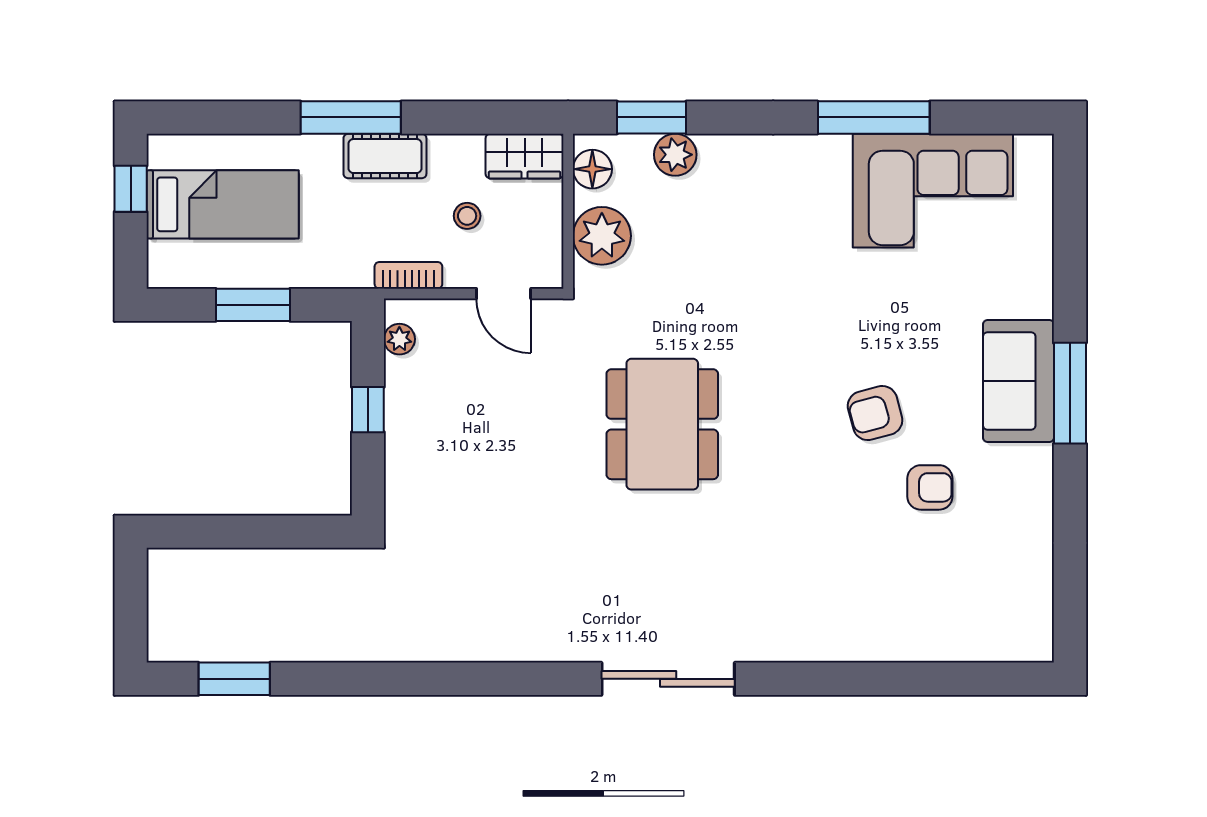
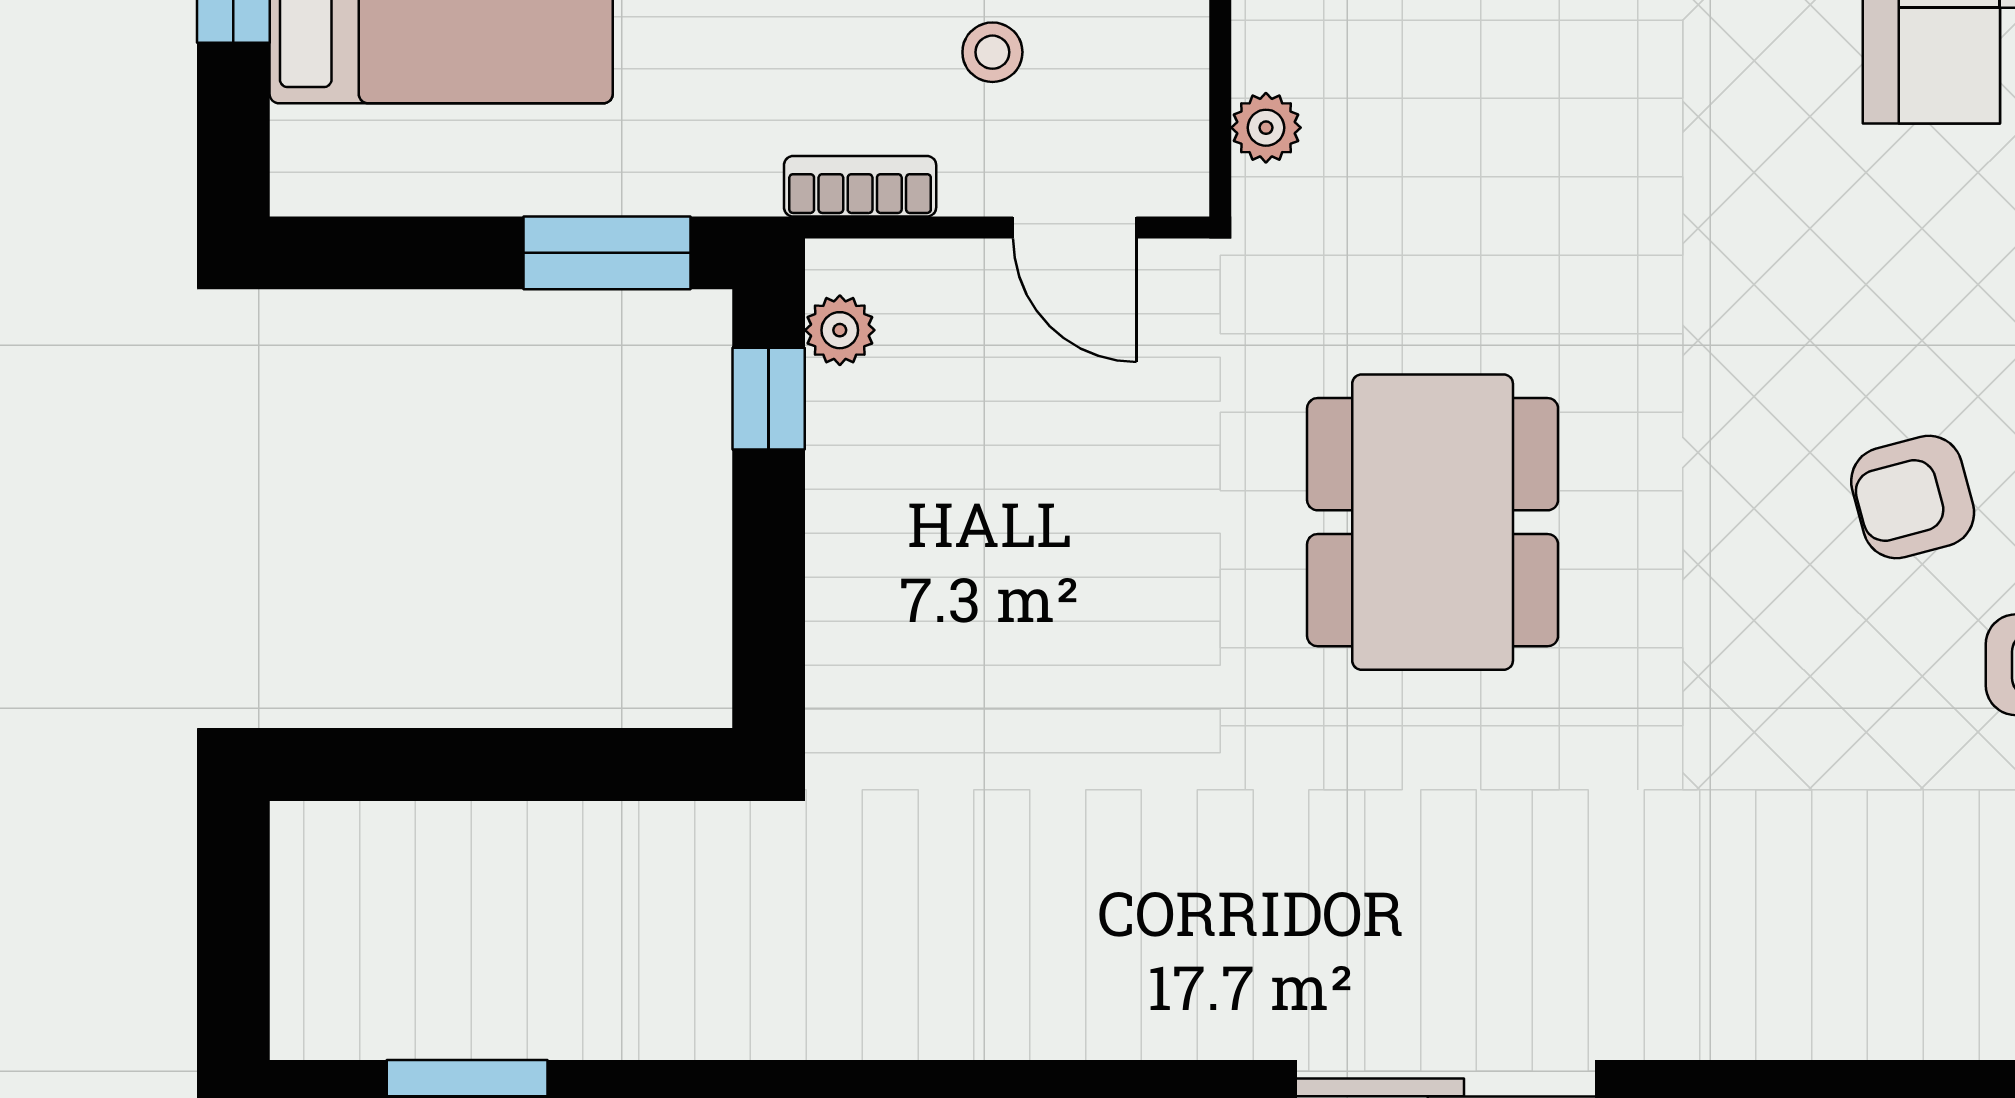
plant: (602, 236) -> (1266, 128), width x0.53, depth x0.53
window: (253, 305) -> (607, 253), moved
window: (368, 410) -> (769, 399), moved

